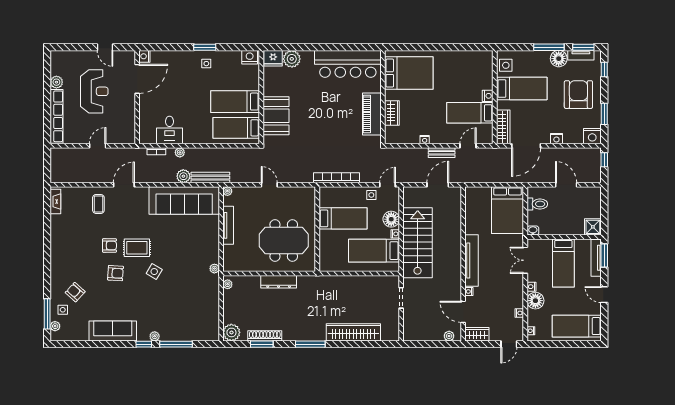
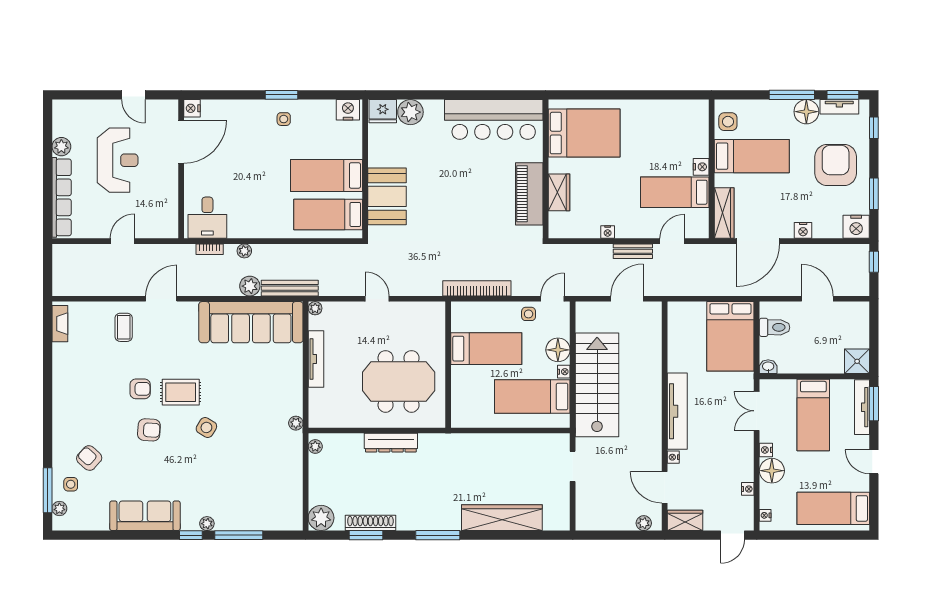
desk: (170, 130) -> (207, 218), moved

